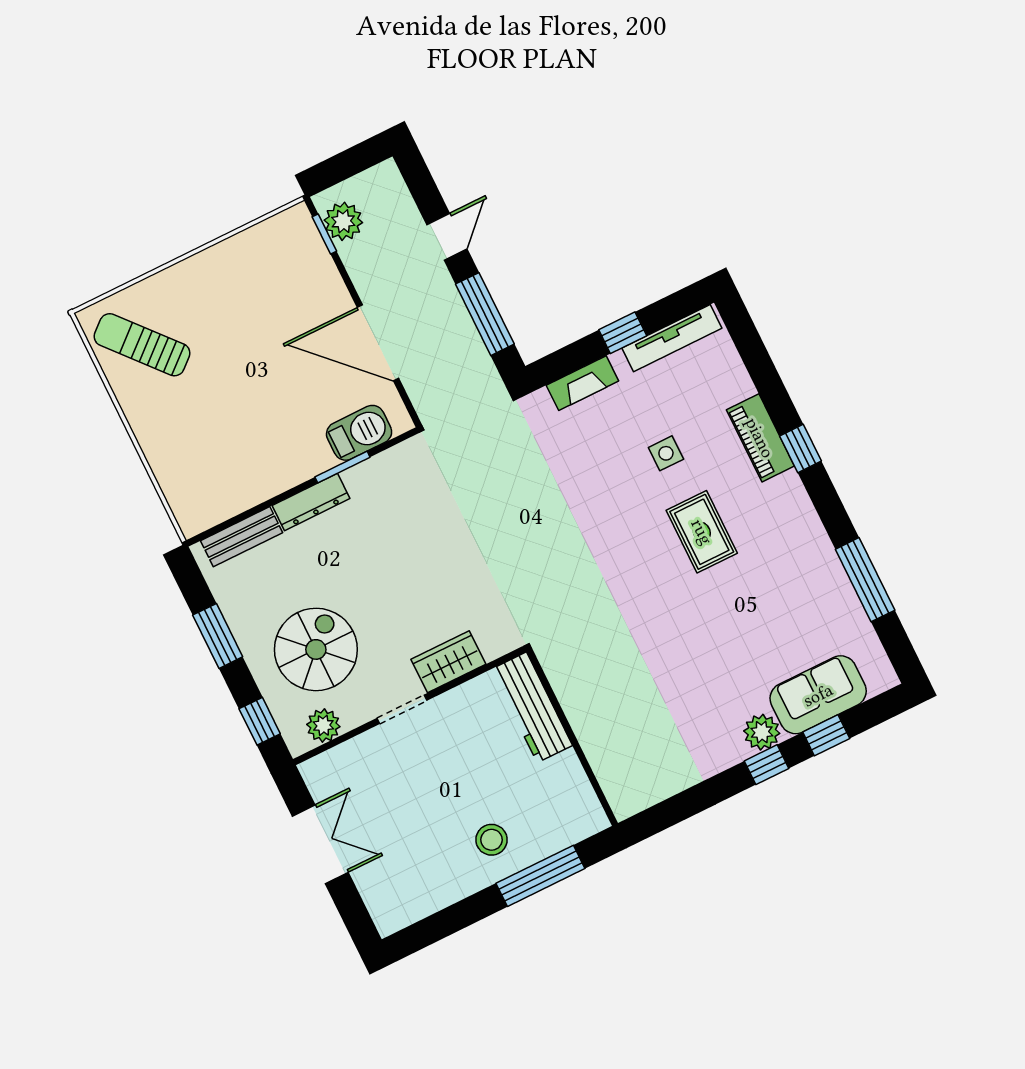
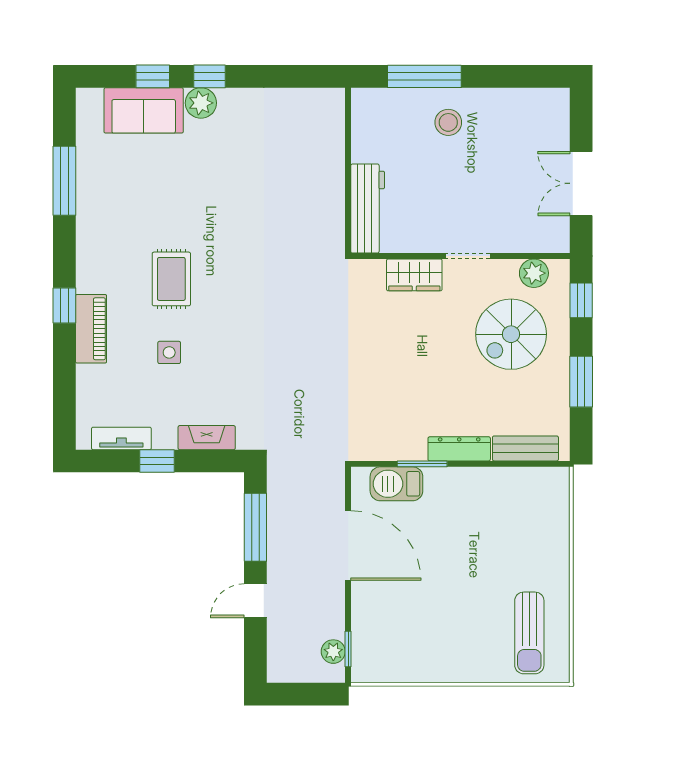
plant: (343, 221) -> (333, 652), width x0.73, depth x0.73
tv unit: (672, 338) -> (121, 438), width x0.71
sun lounger: (142, 345) -> (529, 633), turned 41

